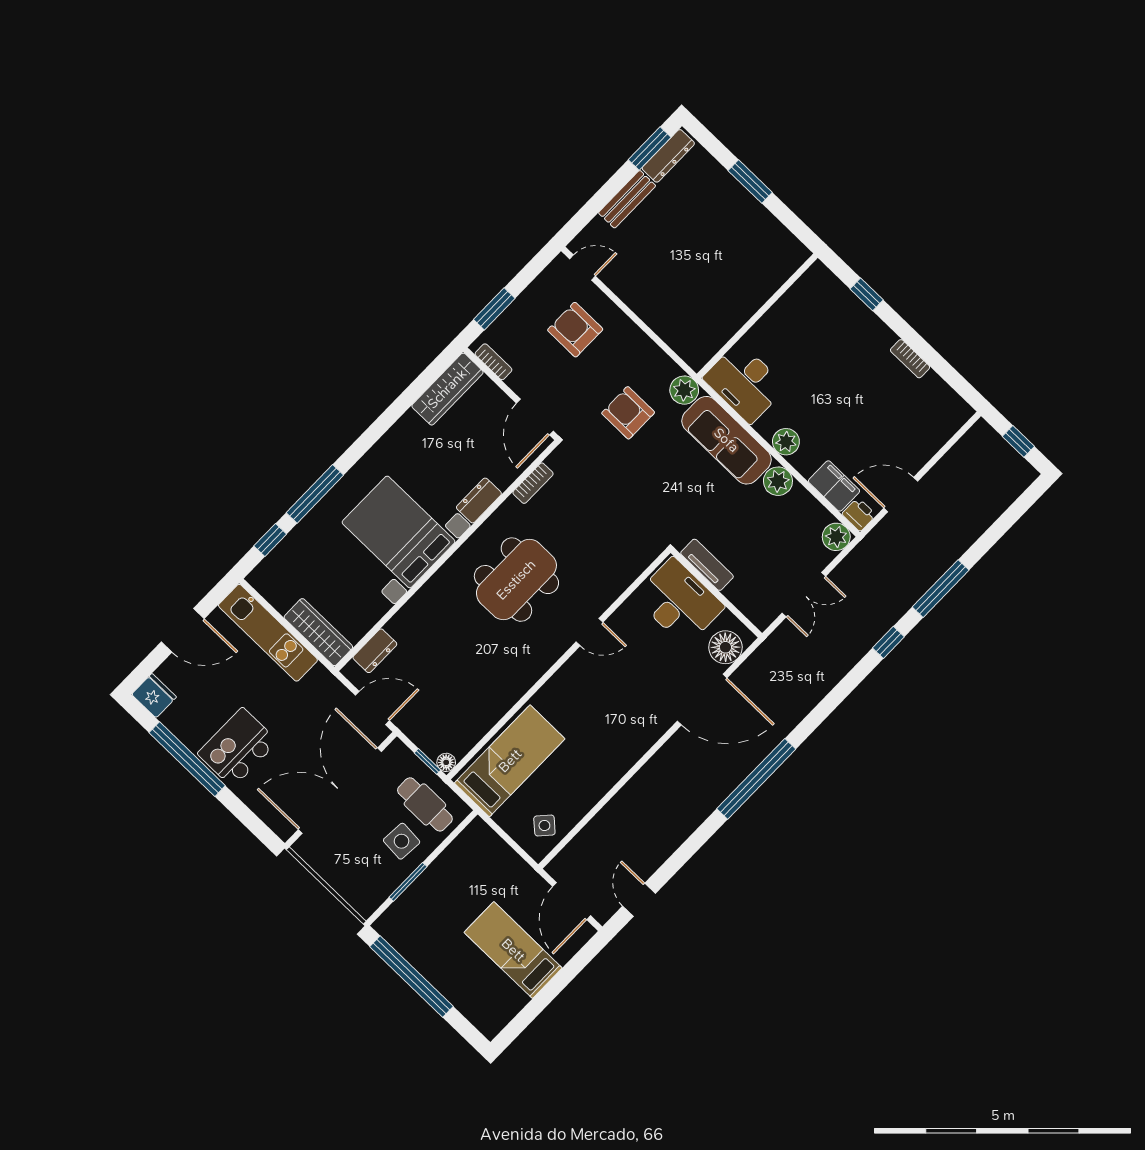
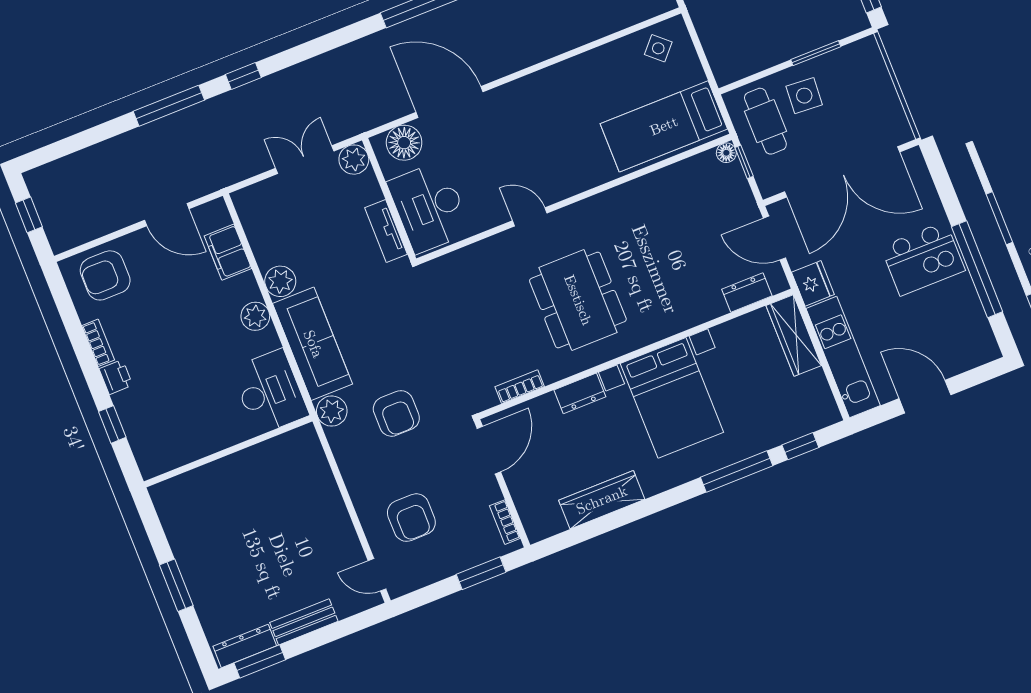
wardrobe: (447, 389) -> (602, 500), moved
armchair: (930, 419) -> (105, 275), added
printer: (859, 514) -> (116, 377), moved, turned 180
plant: (836, 537) -> (354, 160), moved
dining table: (516, 580) -> (578, 300), turned 90
fridge: (154, 696) -> (813, 283), moved, turned 180

